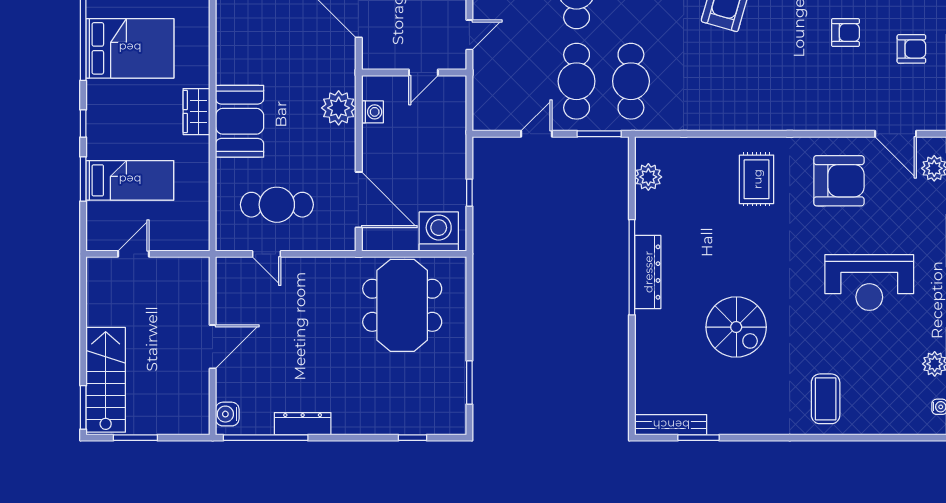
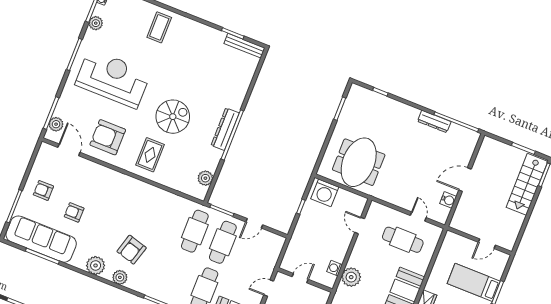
door: (359, 200) -> (360, 226), width x0.53
reception desk: (869, 283) -> (113, 79), width x1.36, depth x1.30
spiral stairs: (736, 327) -> (173, 117), moved, turned 90
water cooler: (227, 414) -> (448, 200), moved

